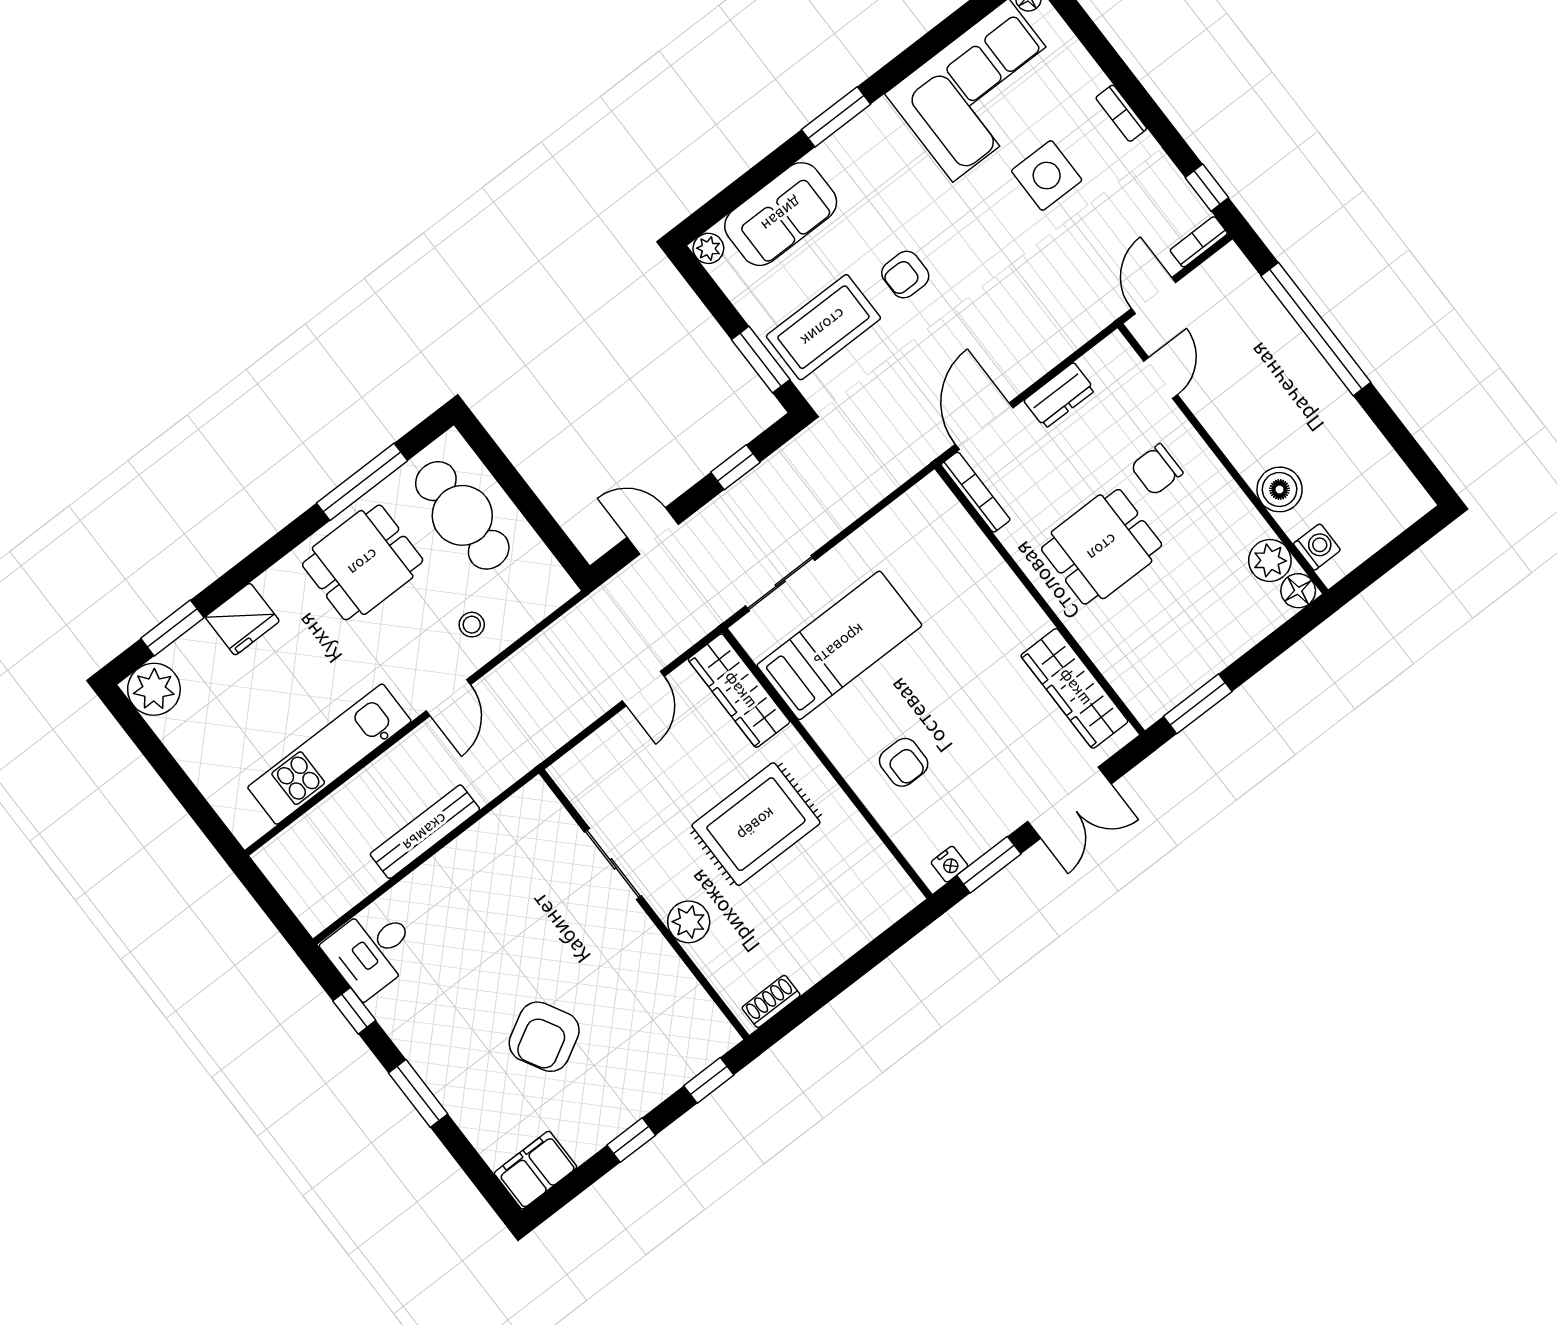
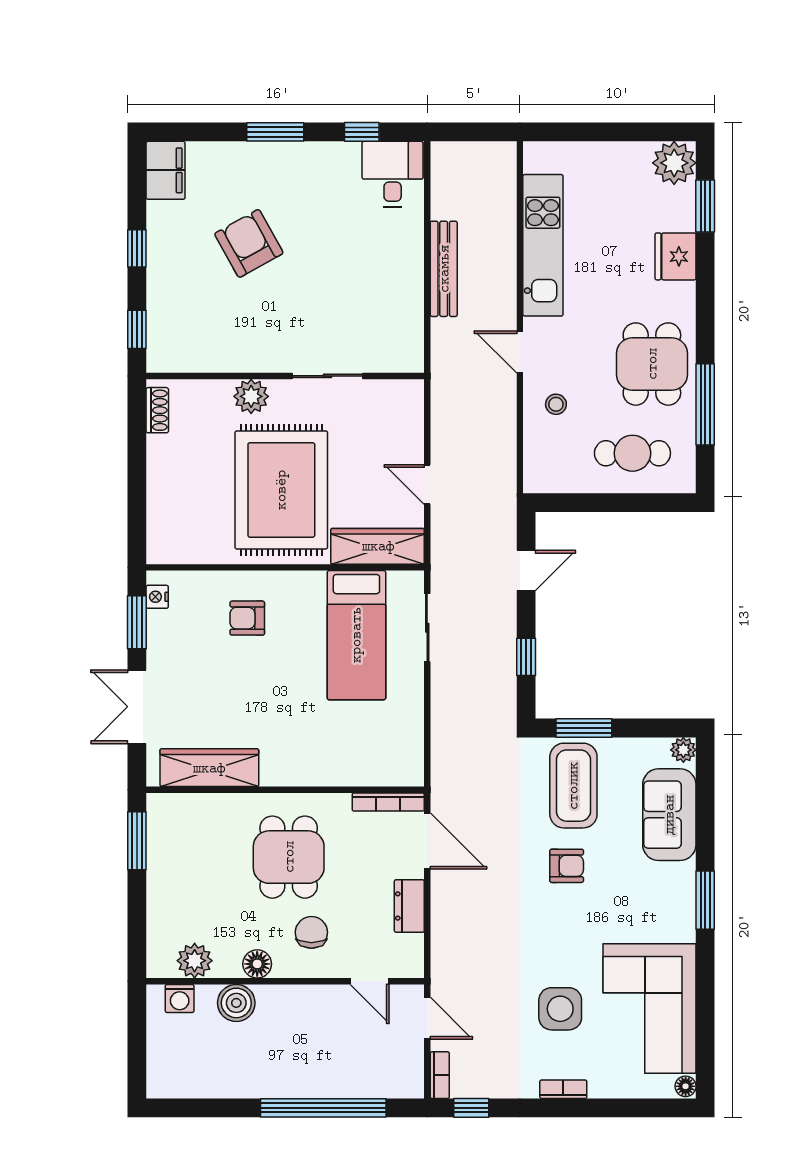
armchair: (905, 275) -> (567, 866), turned 90
cafe table: (462, 515) -> (632, 453), width x0.73, depth x0.74
floor lamp: (1298, 591) -> (257, 964), moved
rug: (756, 824) -> (281, 490), width x1.37, depth x1.44

